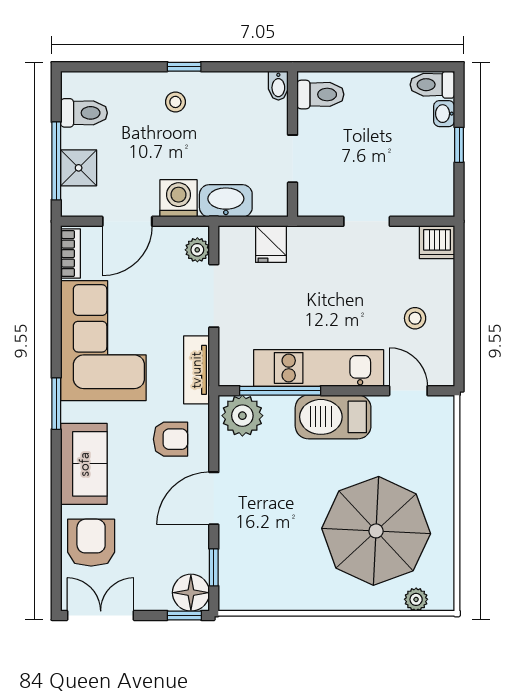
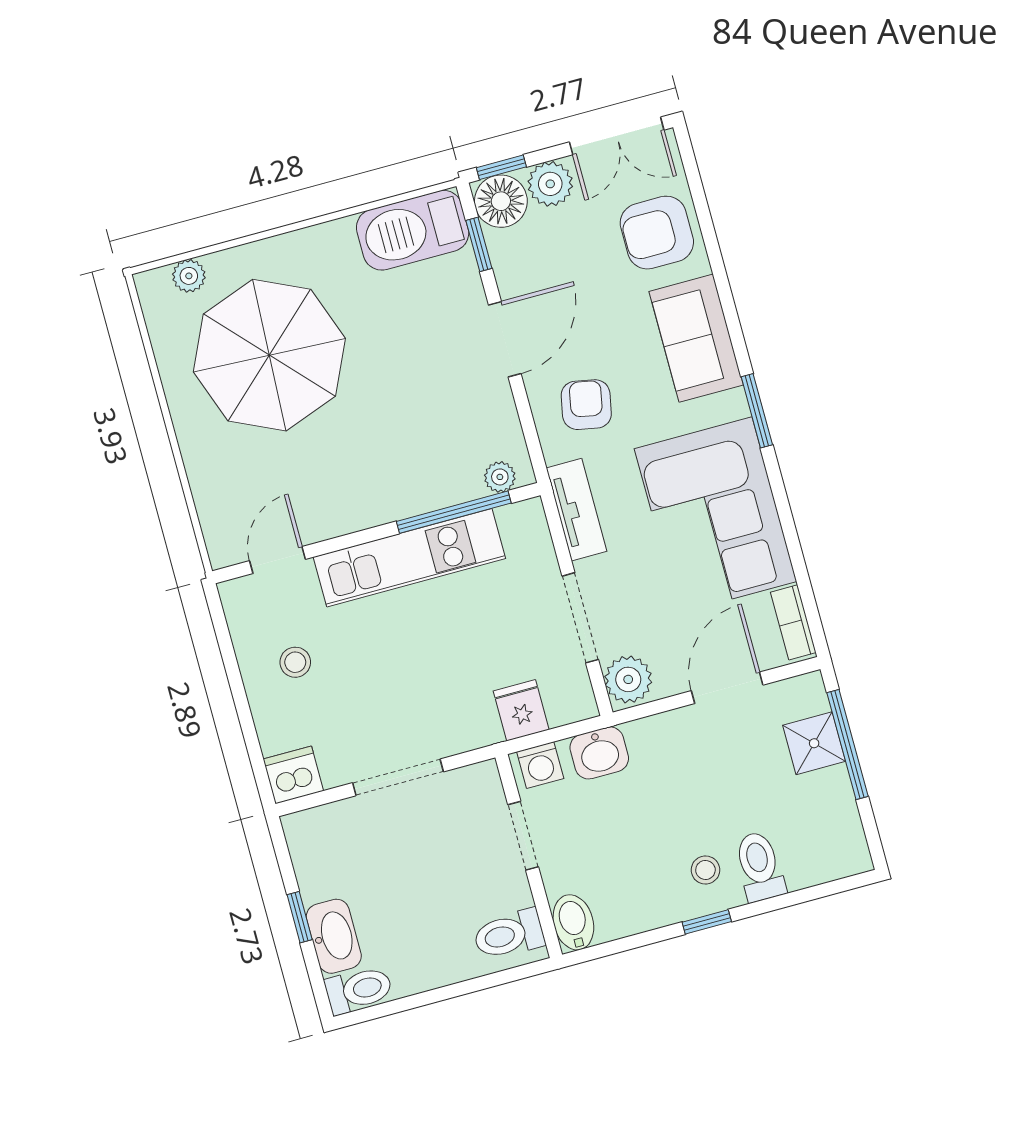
bidet: (278, 86) -> (573, 922), width x1.38, depth x1.36
toilet: (84, 113) -> (760, 866), moved, turned 90
washbasin: (444, 114) -> (334, 936), width x1.91, depth x1.45
washing machine: (179, 198) -> (540, 765), moved, width x0.73, depth x0.73
washbasin: (226, 201) -> (599, 753), width x0.72
doorway: (367, 221) -> (398, 777), width x1.38
plant: (197, 250) -> (628, 679), width x1.38, depth x1.38
door: (408, 391) -> (277, 560), swing flipped
plant: (242, 416) -> (500, 477), width x0.53, depth x0.53
barbecue: (333, 417) -> (413, 230), moved, turned 180
armchair: (171, 439) -> (586, 405), turned 101
armchair: (91, 543) -> (657, 233), turned 90
plant: (154, 595) -> (550, 184), added

